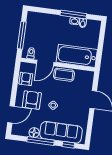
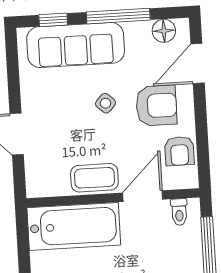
armchair: (32, 100) -> (156, 106), turned -90
floor lamp: (34, 133) -> (164, 31), moved

